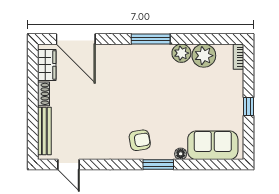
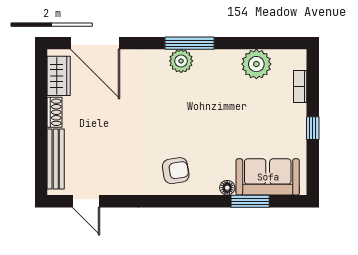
plant: (181, 53) -> (181, 61), moved
bookcase: (239, 57) -> (300, 87), moved
window: (158, 165) -> (250, 201), moved

